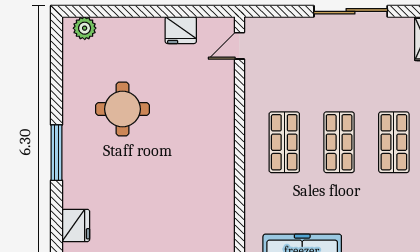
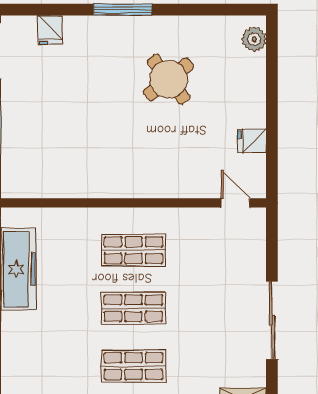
fridge: (181, 30) -> (252, 141), width x0.72
round table: (122, 109) -> (169, 79), turned -38
fridge: (76, 225) -> (50, 30), width x0.72

